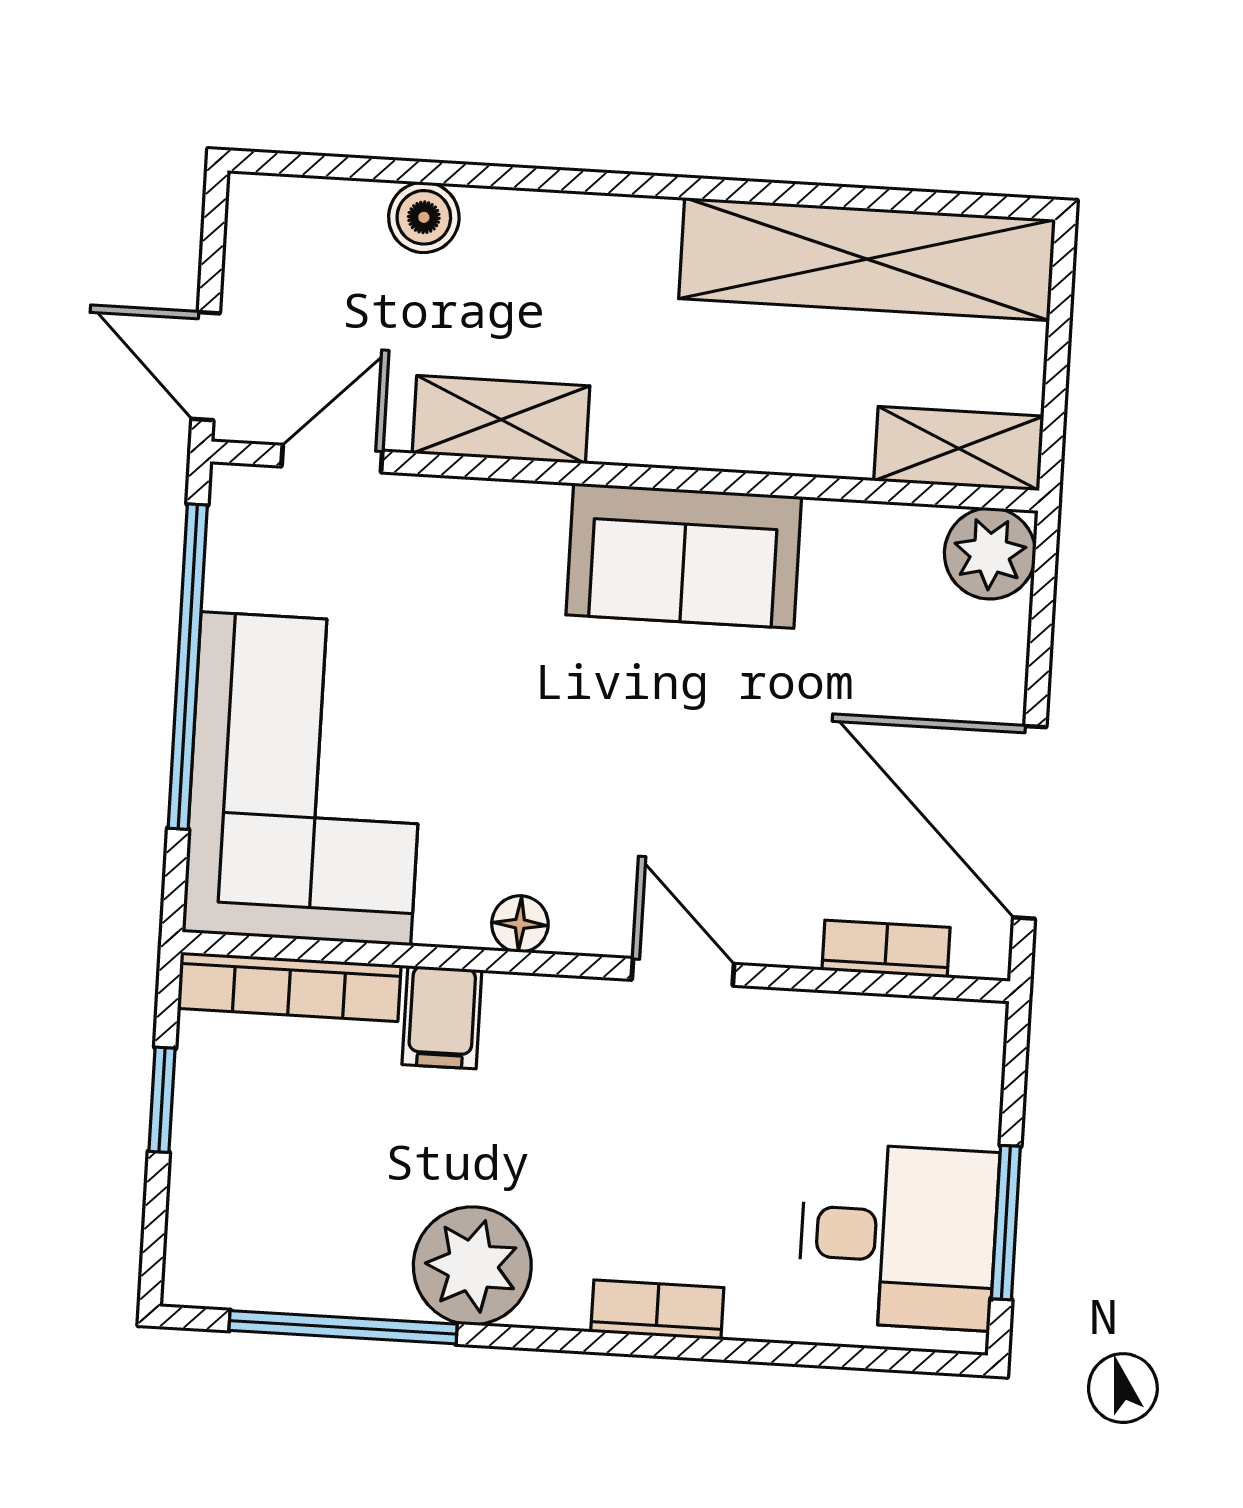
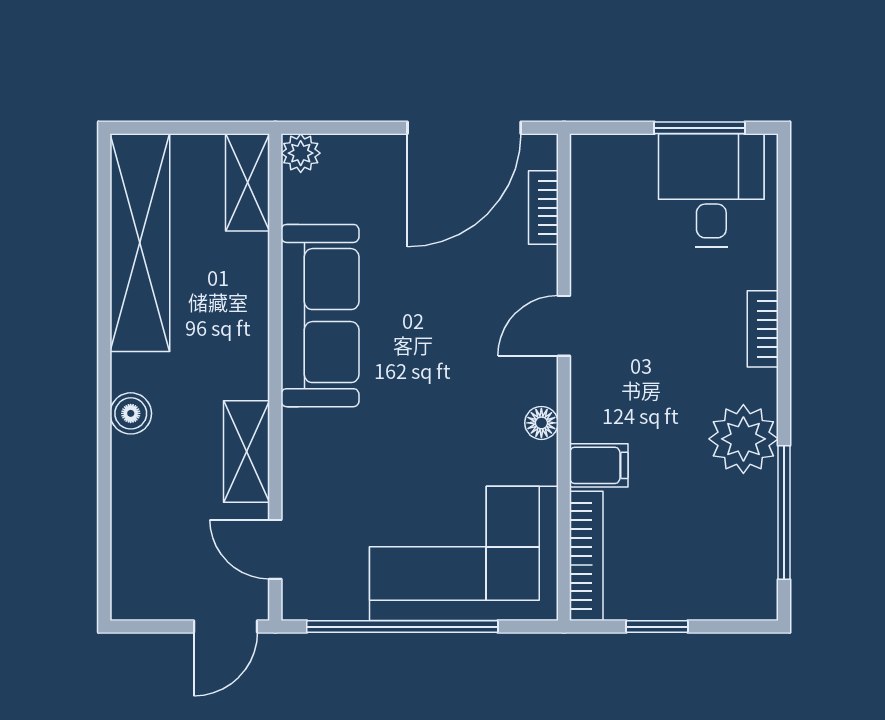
boiler: (424, 217) -> (131, 413), moved
plant: (990, 553) -> (301, 153), width x0.73, depth x0.73
sofa: (684, 556) -> (320, 316), width x1.36

